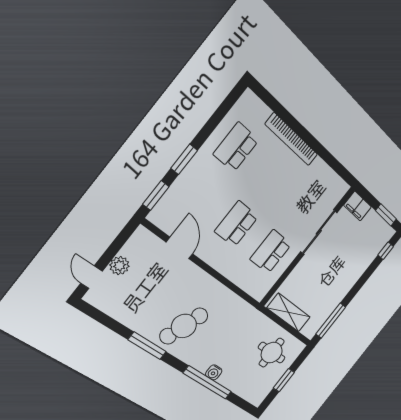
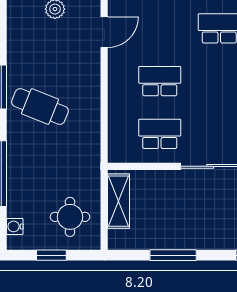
door: (180, 248) -> (104, 32), moved
window: (331, 321) -> (173, 255), moved
water cooler: (214, 372) -> (15, 226), moved

